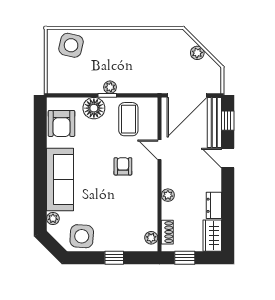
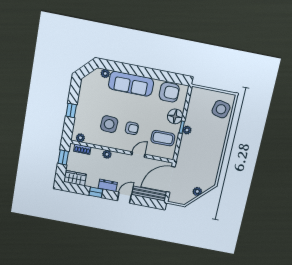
door: (187, 95) -> (171, 179), hinge flipped
window: (228, 121) -> (96, 192), moved
armchair: (61, 123) -> (169, 92), turned 180
dresser: (214, 205) -> (108, 185), moved
side table: (82, 236) -> (109, 124), moved

